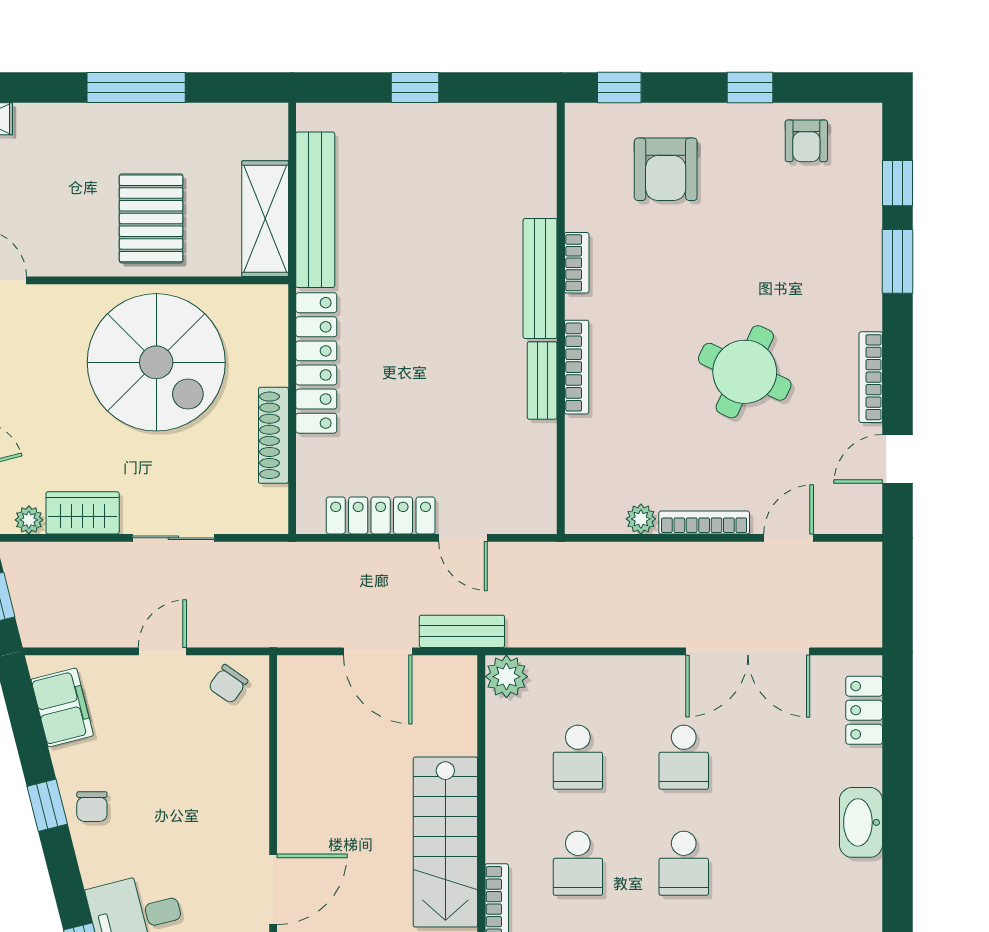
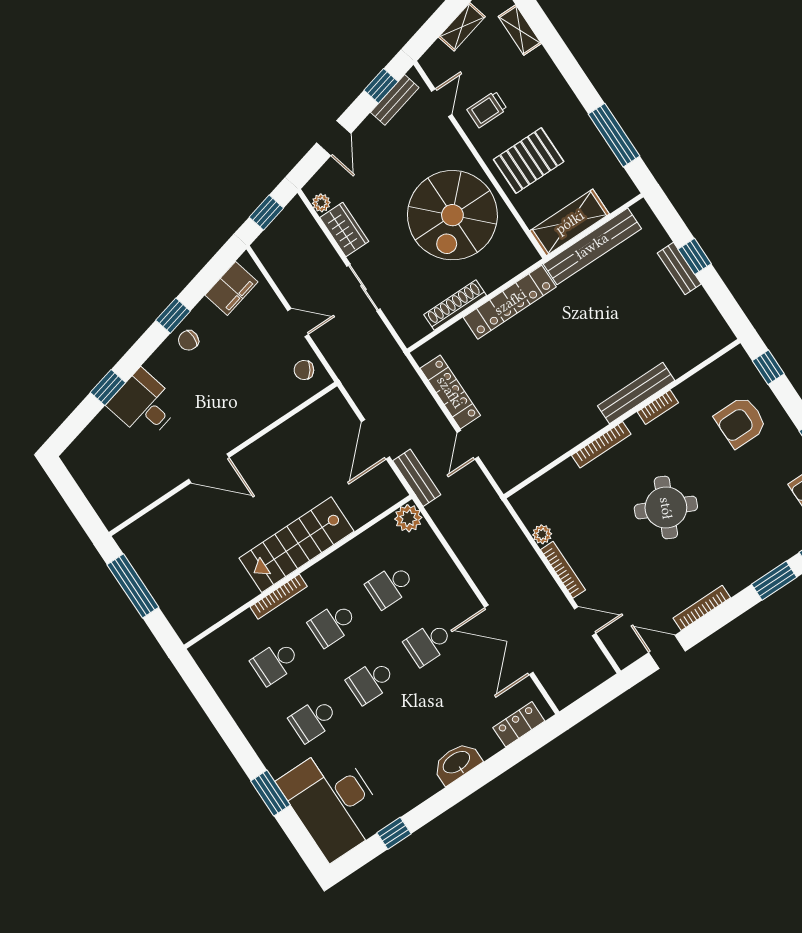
window: (136, 87) -> (614, 135), moved
trolley: (50, 228) -> (487, 109), added
round table: (745, 372) -> (666, 508), moved
bench: (542, 380) -> (679, 268), moved, turned 90

